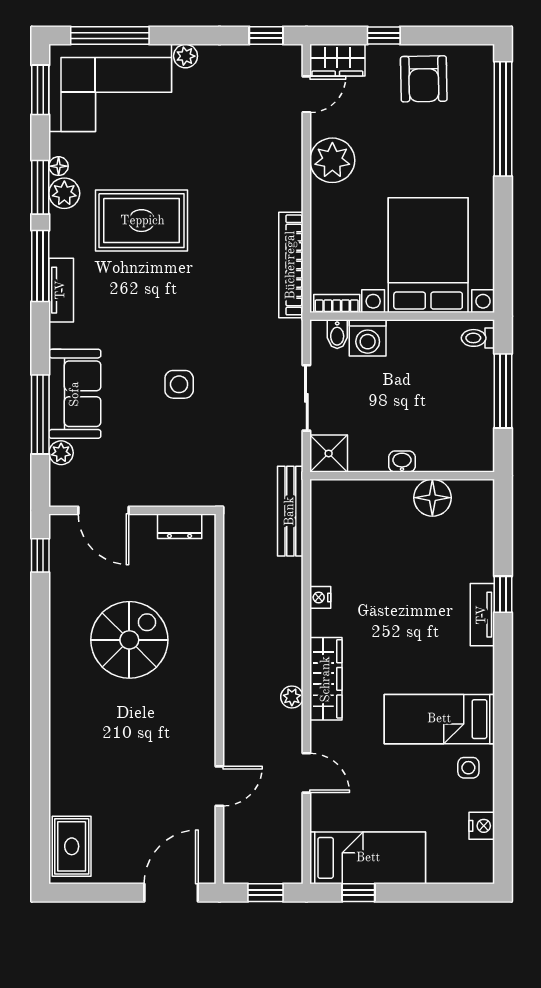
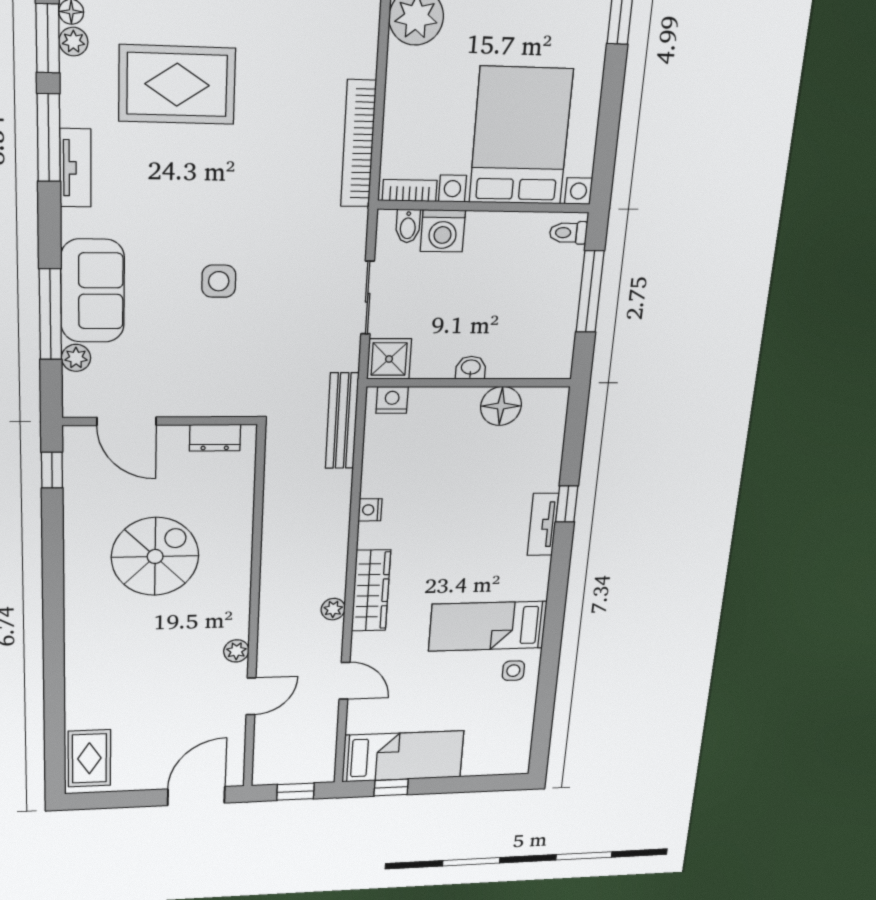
plant: (64, 193) -> (73, 42), width x0.73, depth x0.73
plant: (204, 738) -> (236, 651), added
nightstand: (482, 826) -> (392, 400), moved, turned -90

